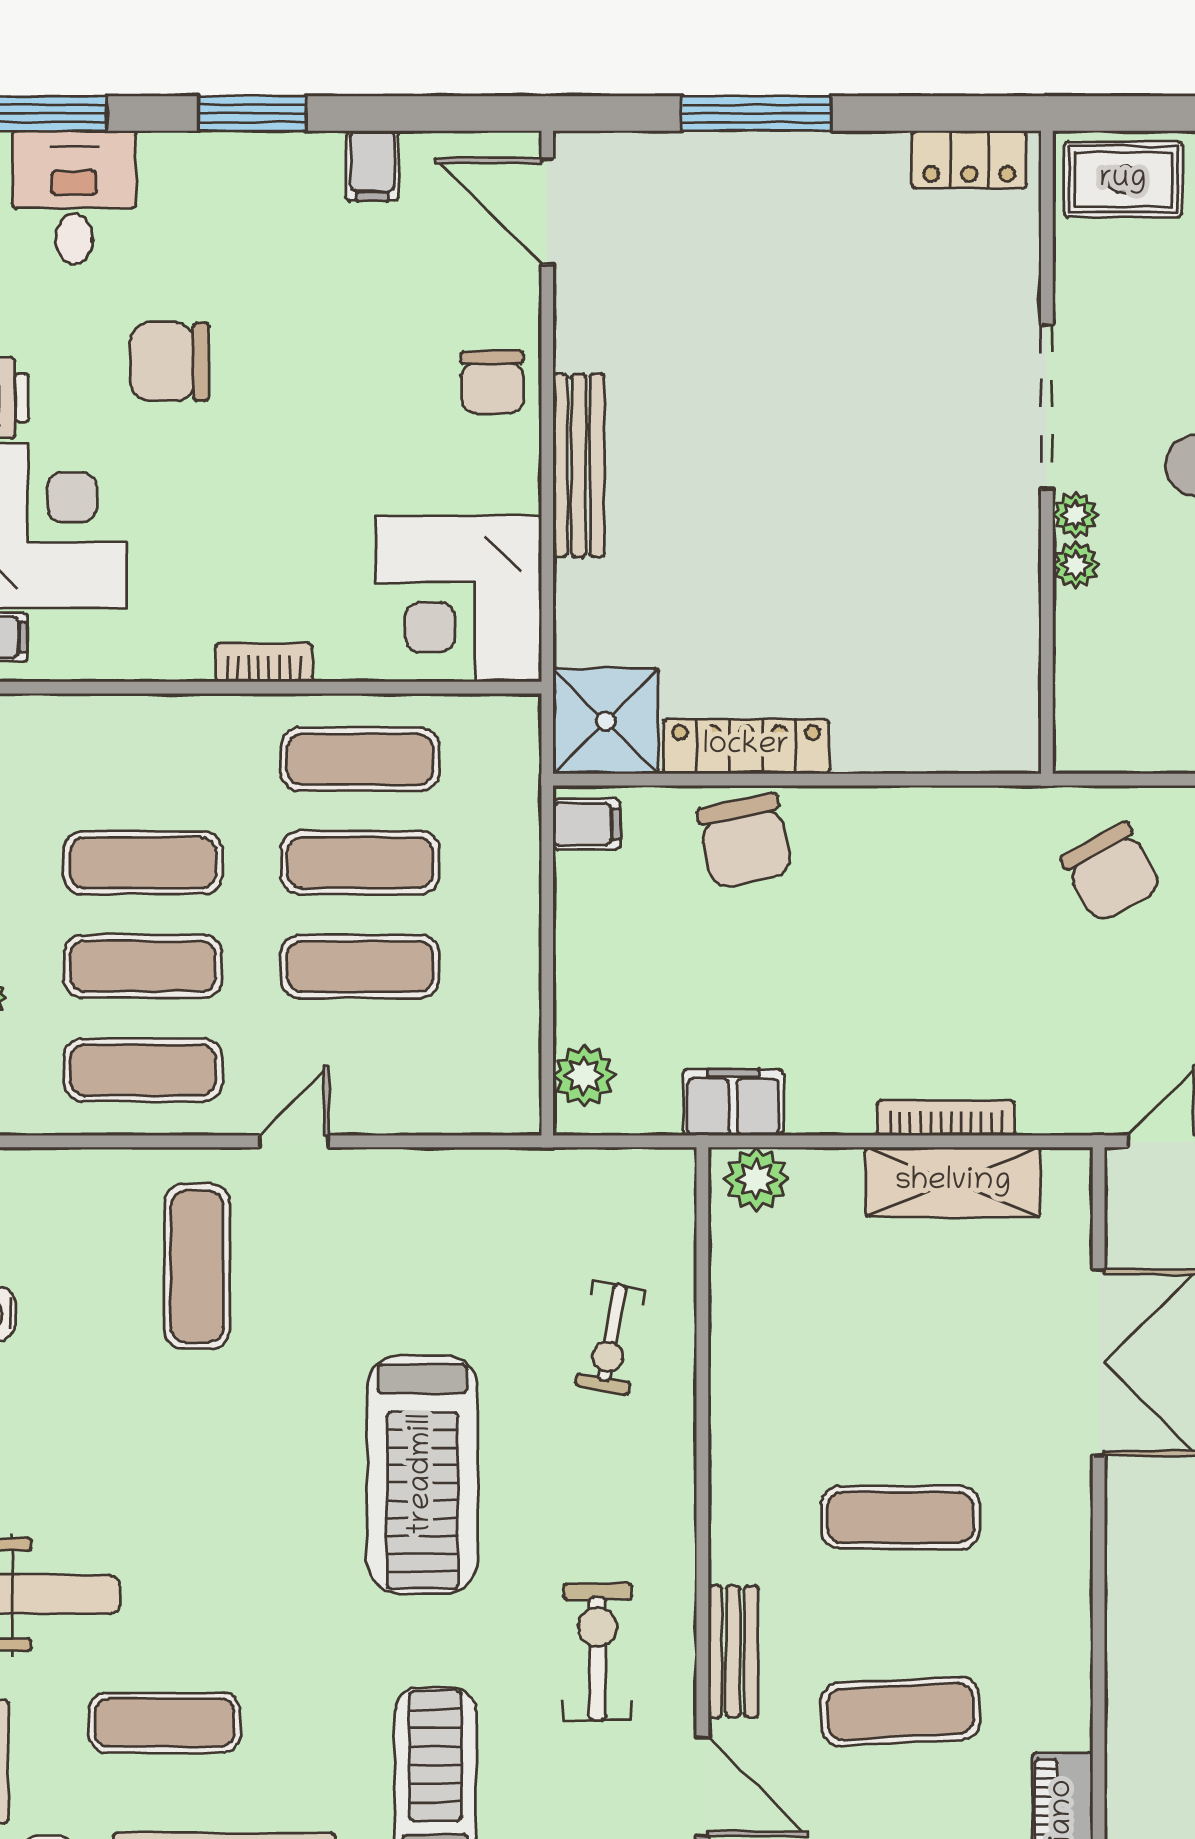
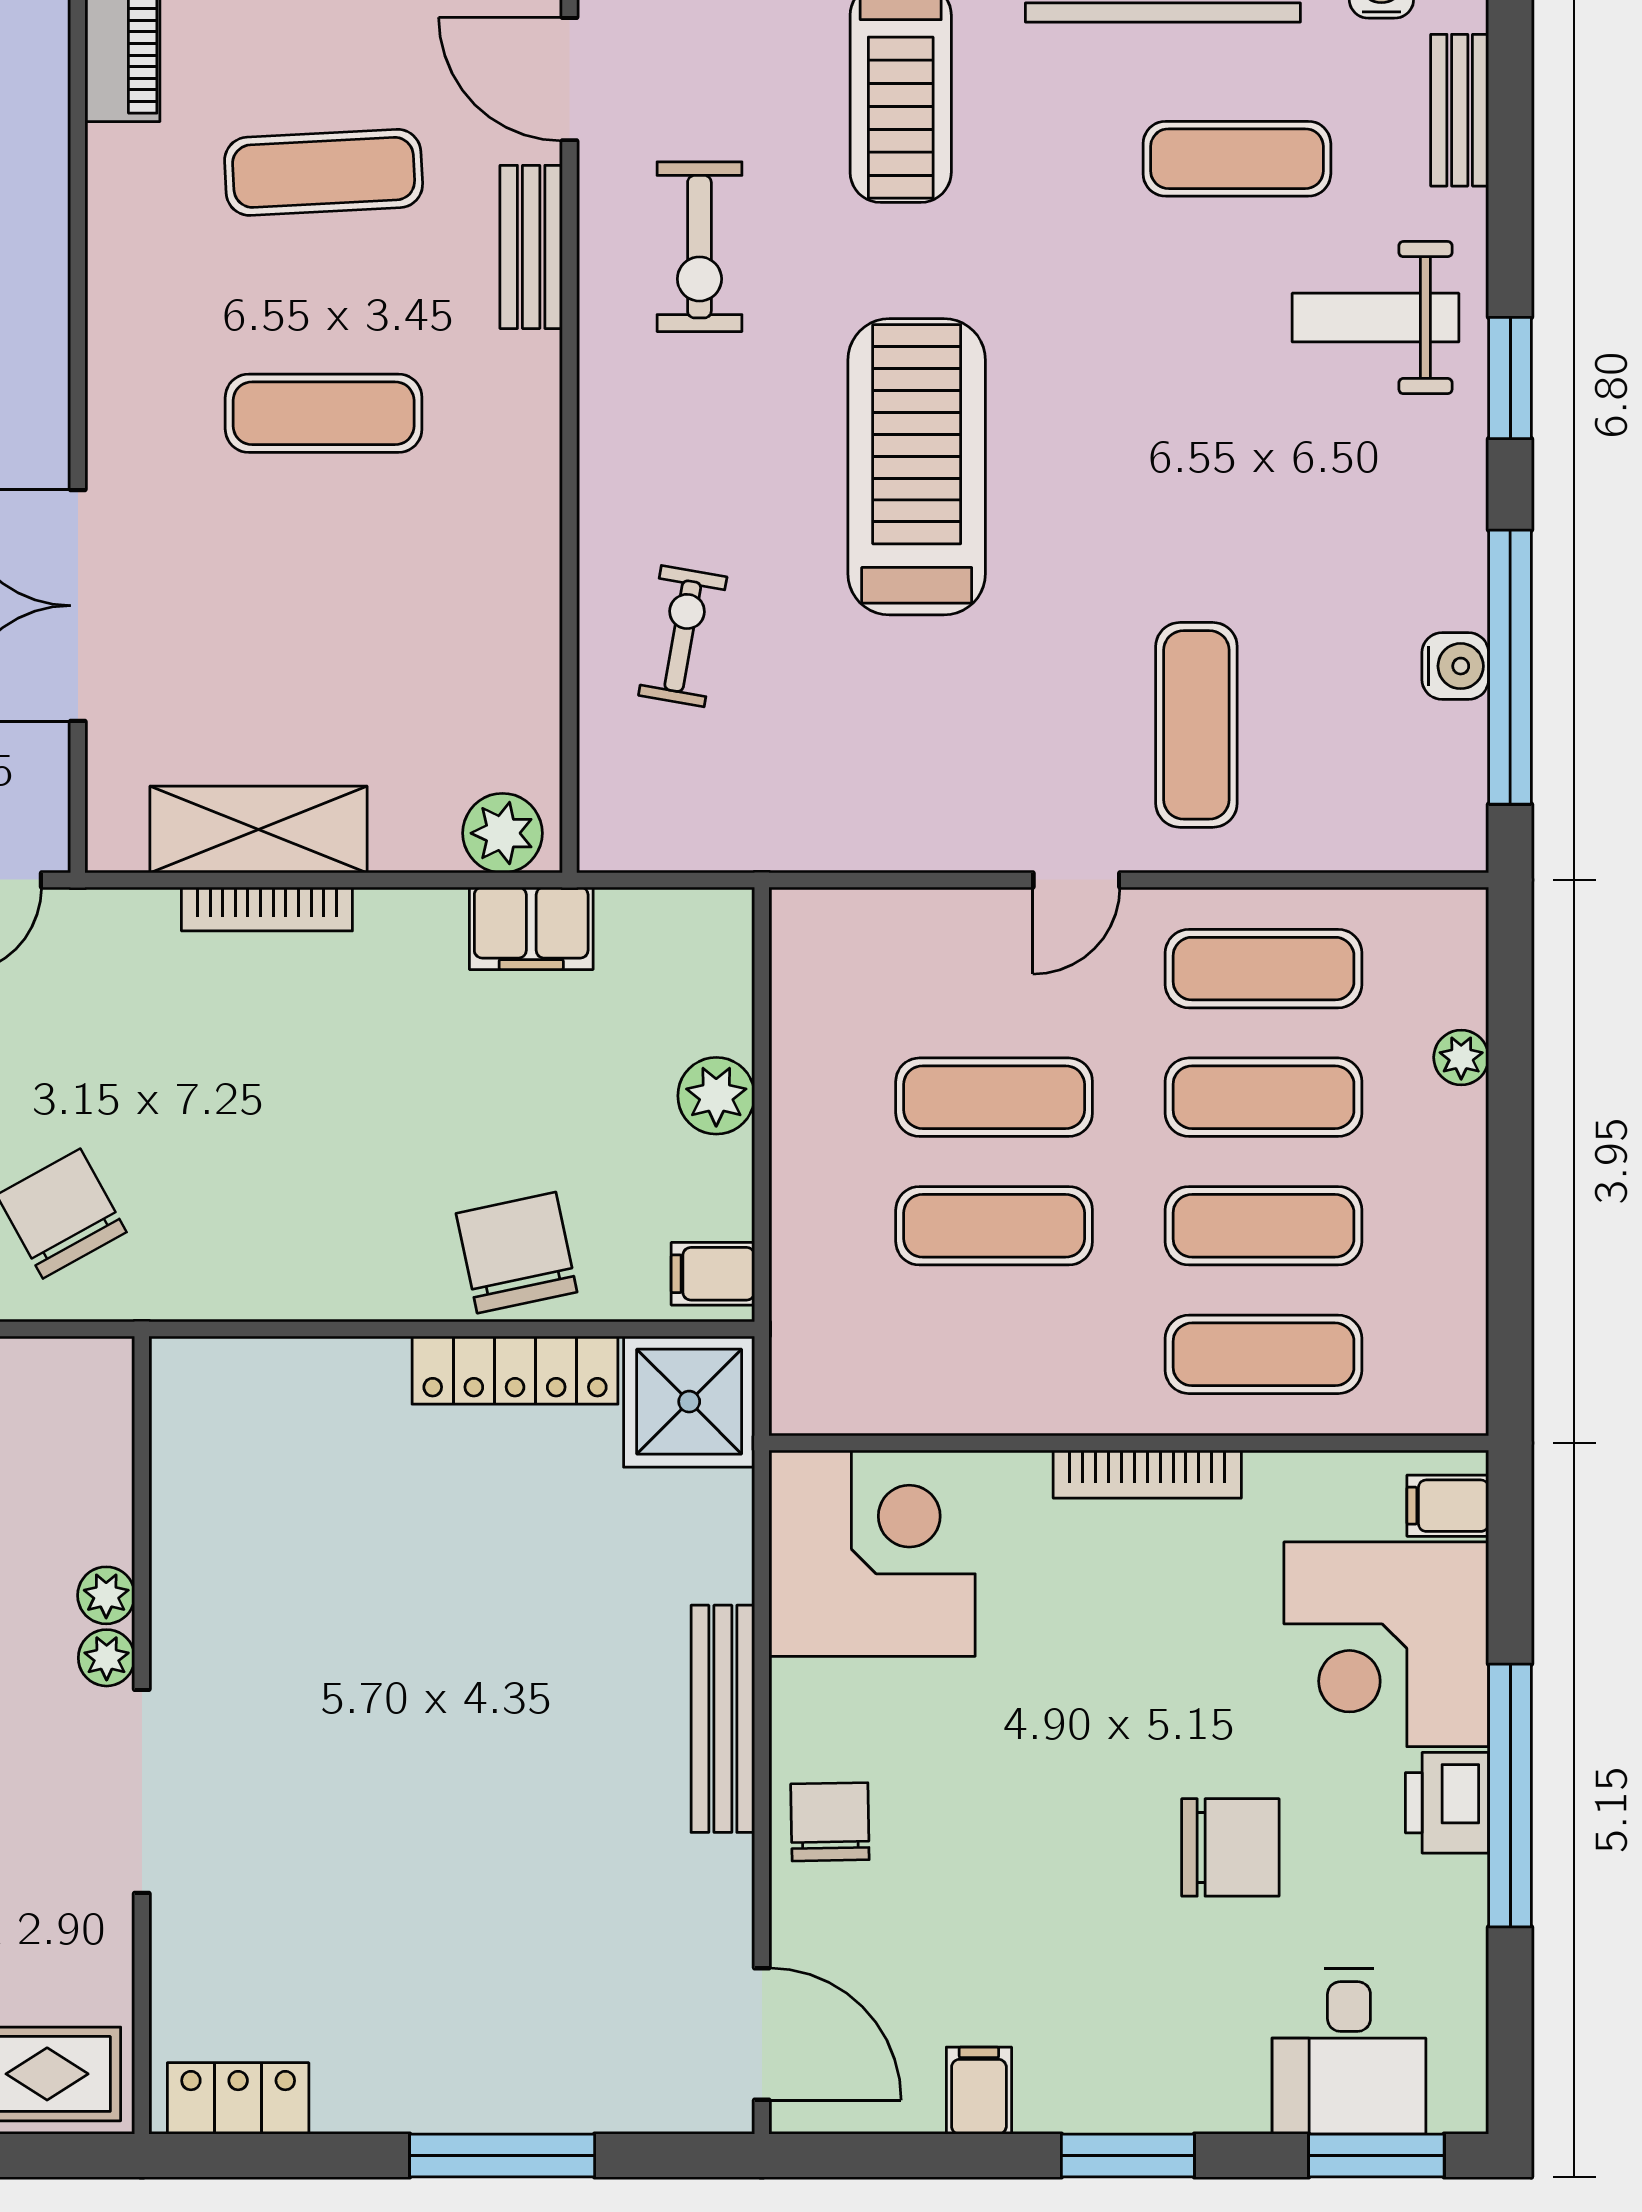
bookcase: (264, 663) -> (1147, 1474), width x1.56
exercise mat: (360, 759) -> (1264, 1354), moved
plant: (584, 1076) -> (716, 1096), moved

